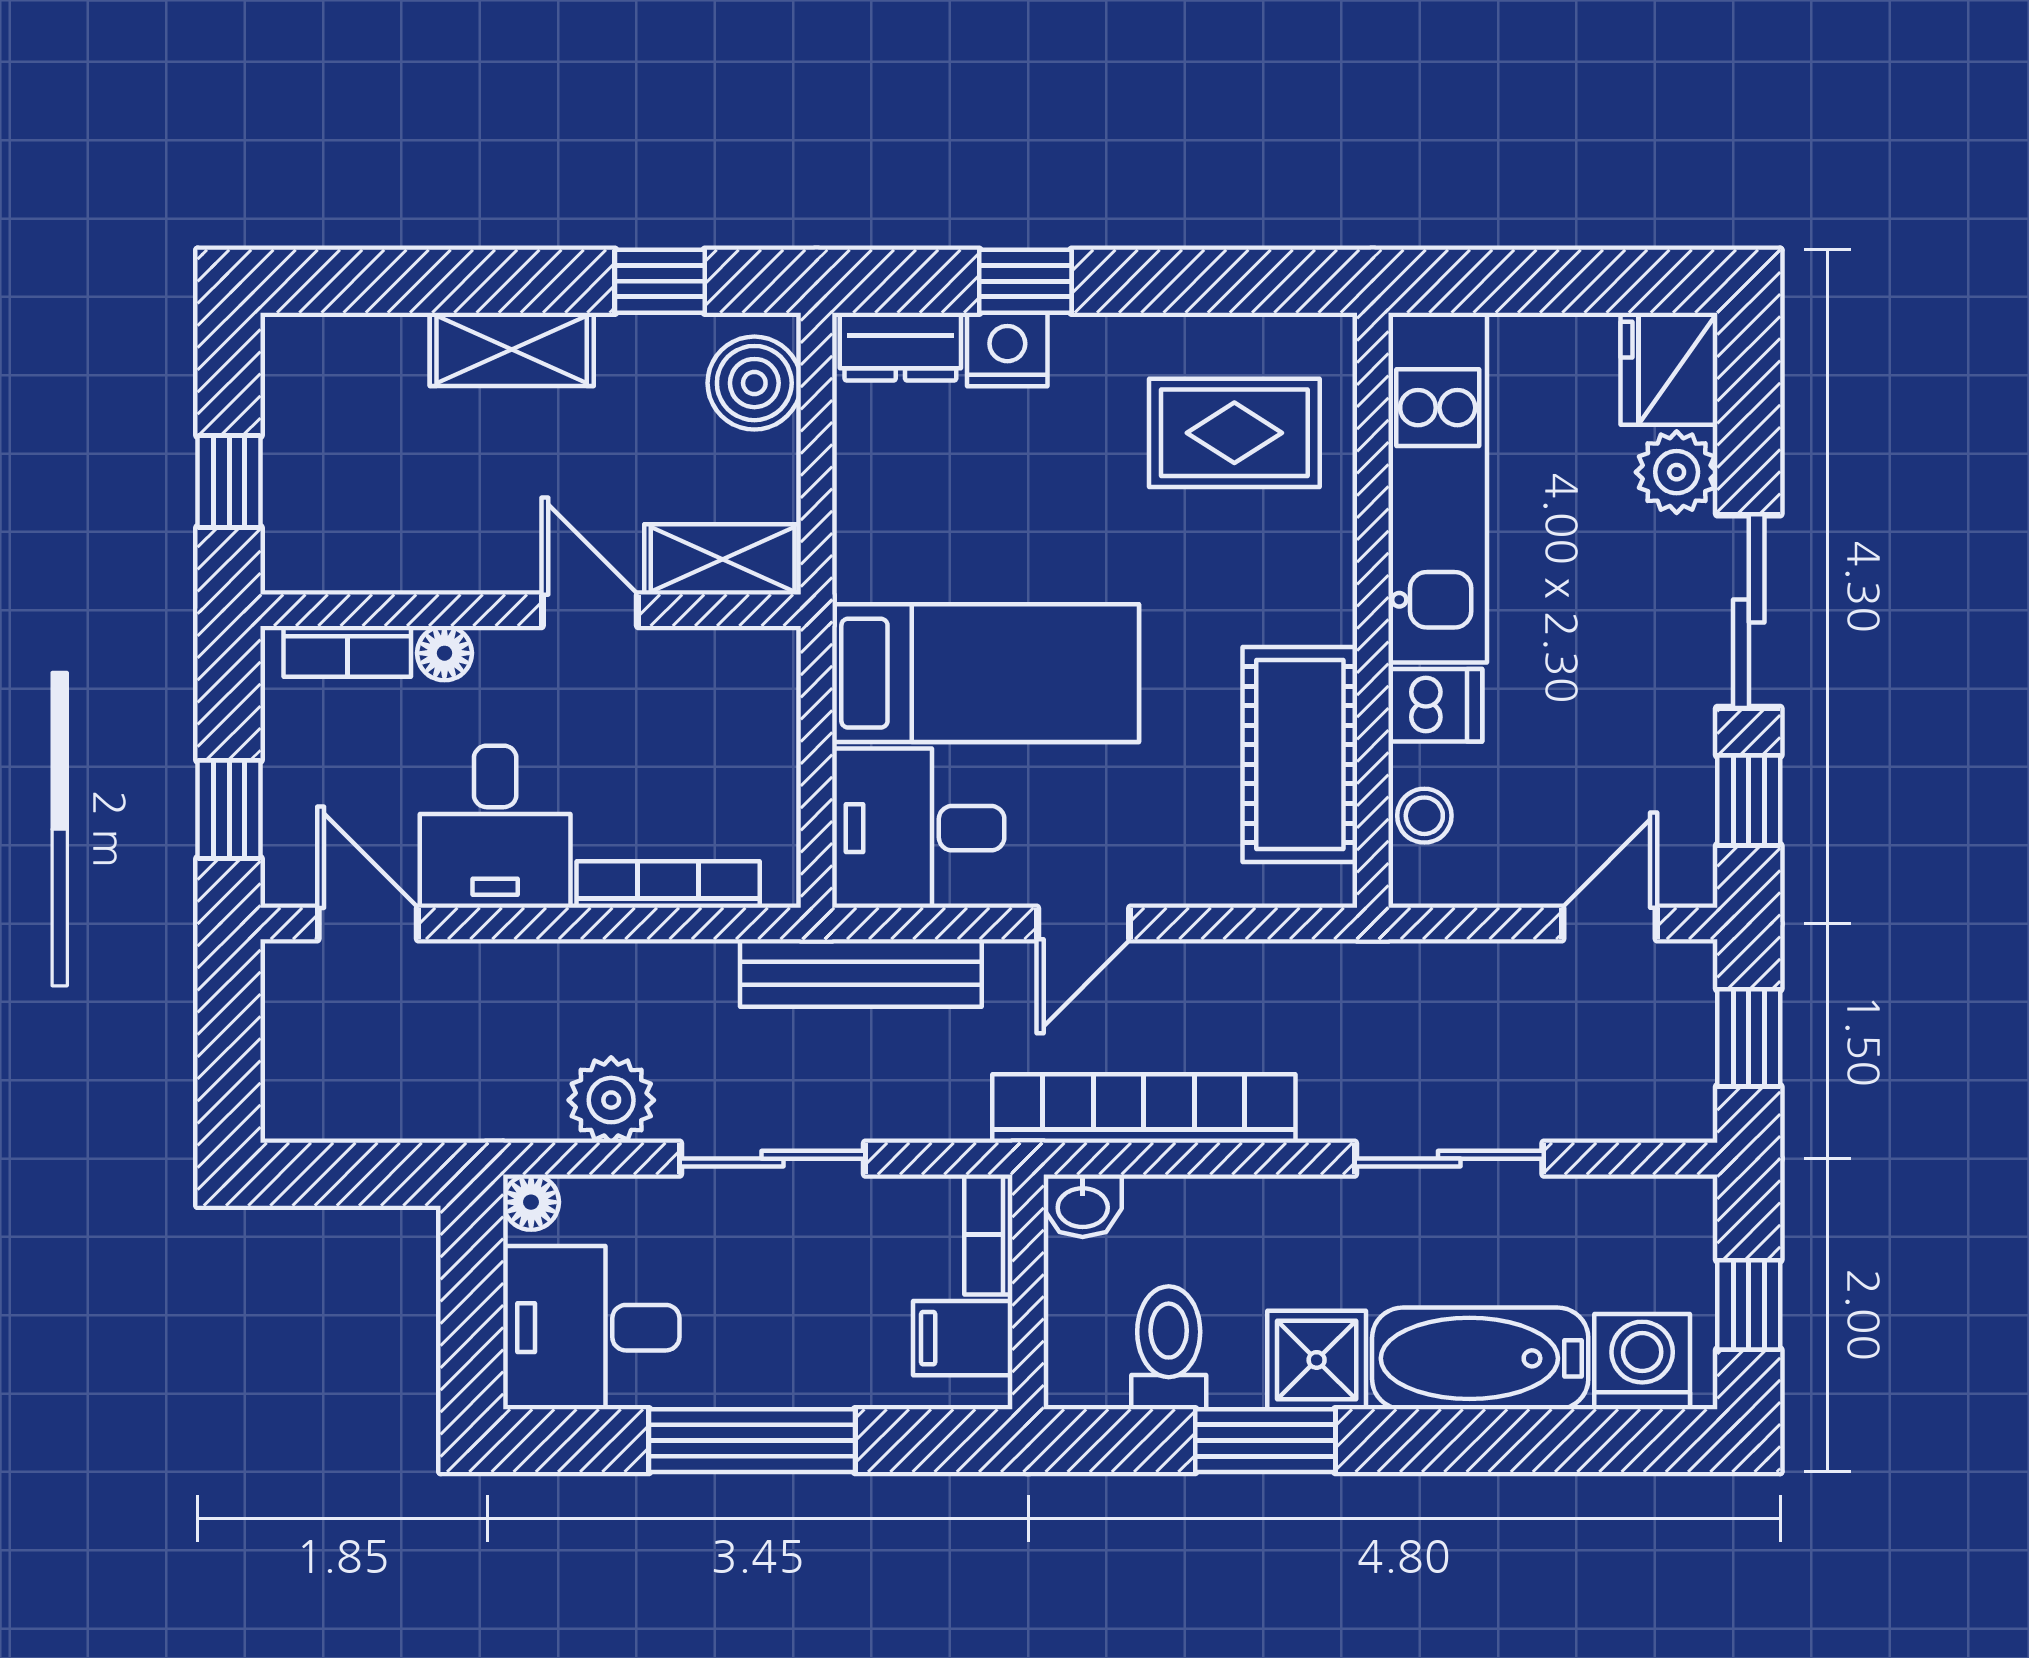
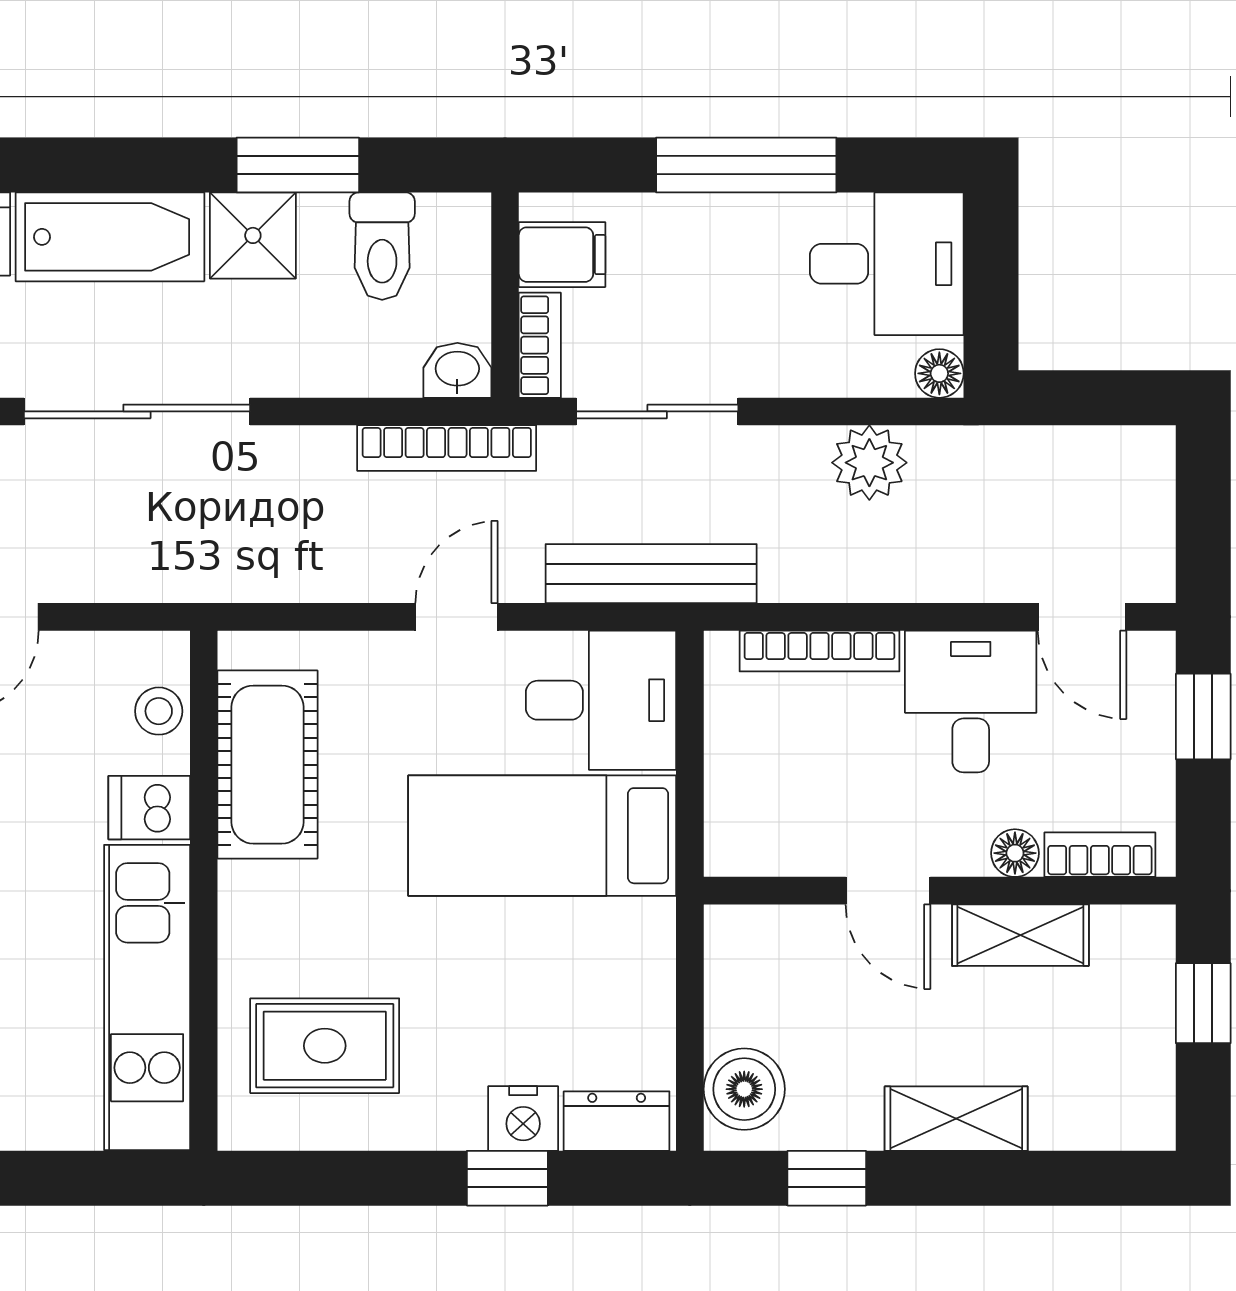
shelving: (723, 559) -> (1020, 935), moved
bookcase: (1144, 1109) -> (447, 448), width x0.68, depth x0.76
sliding door: (772, 1159) -> (657, 411), moved
sliding door: (1449, 1159) -> (137, 411), width x1.37

